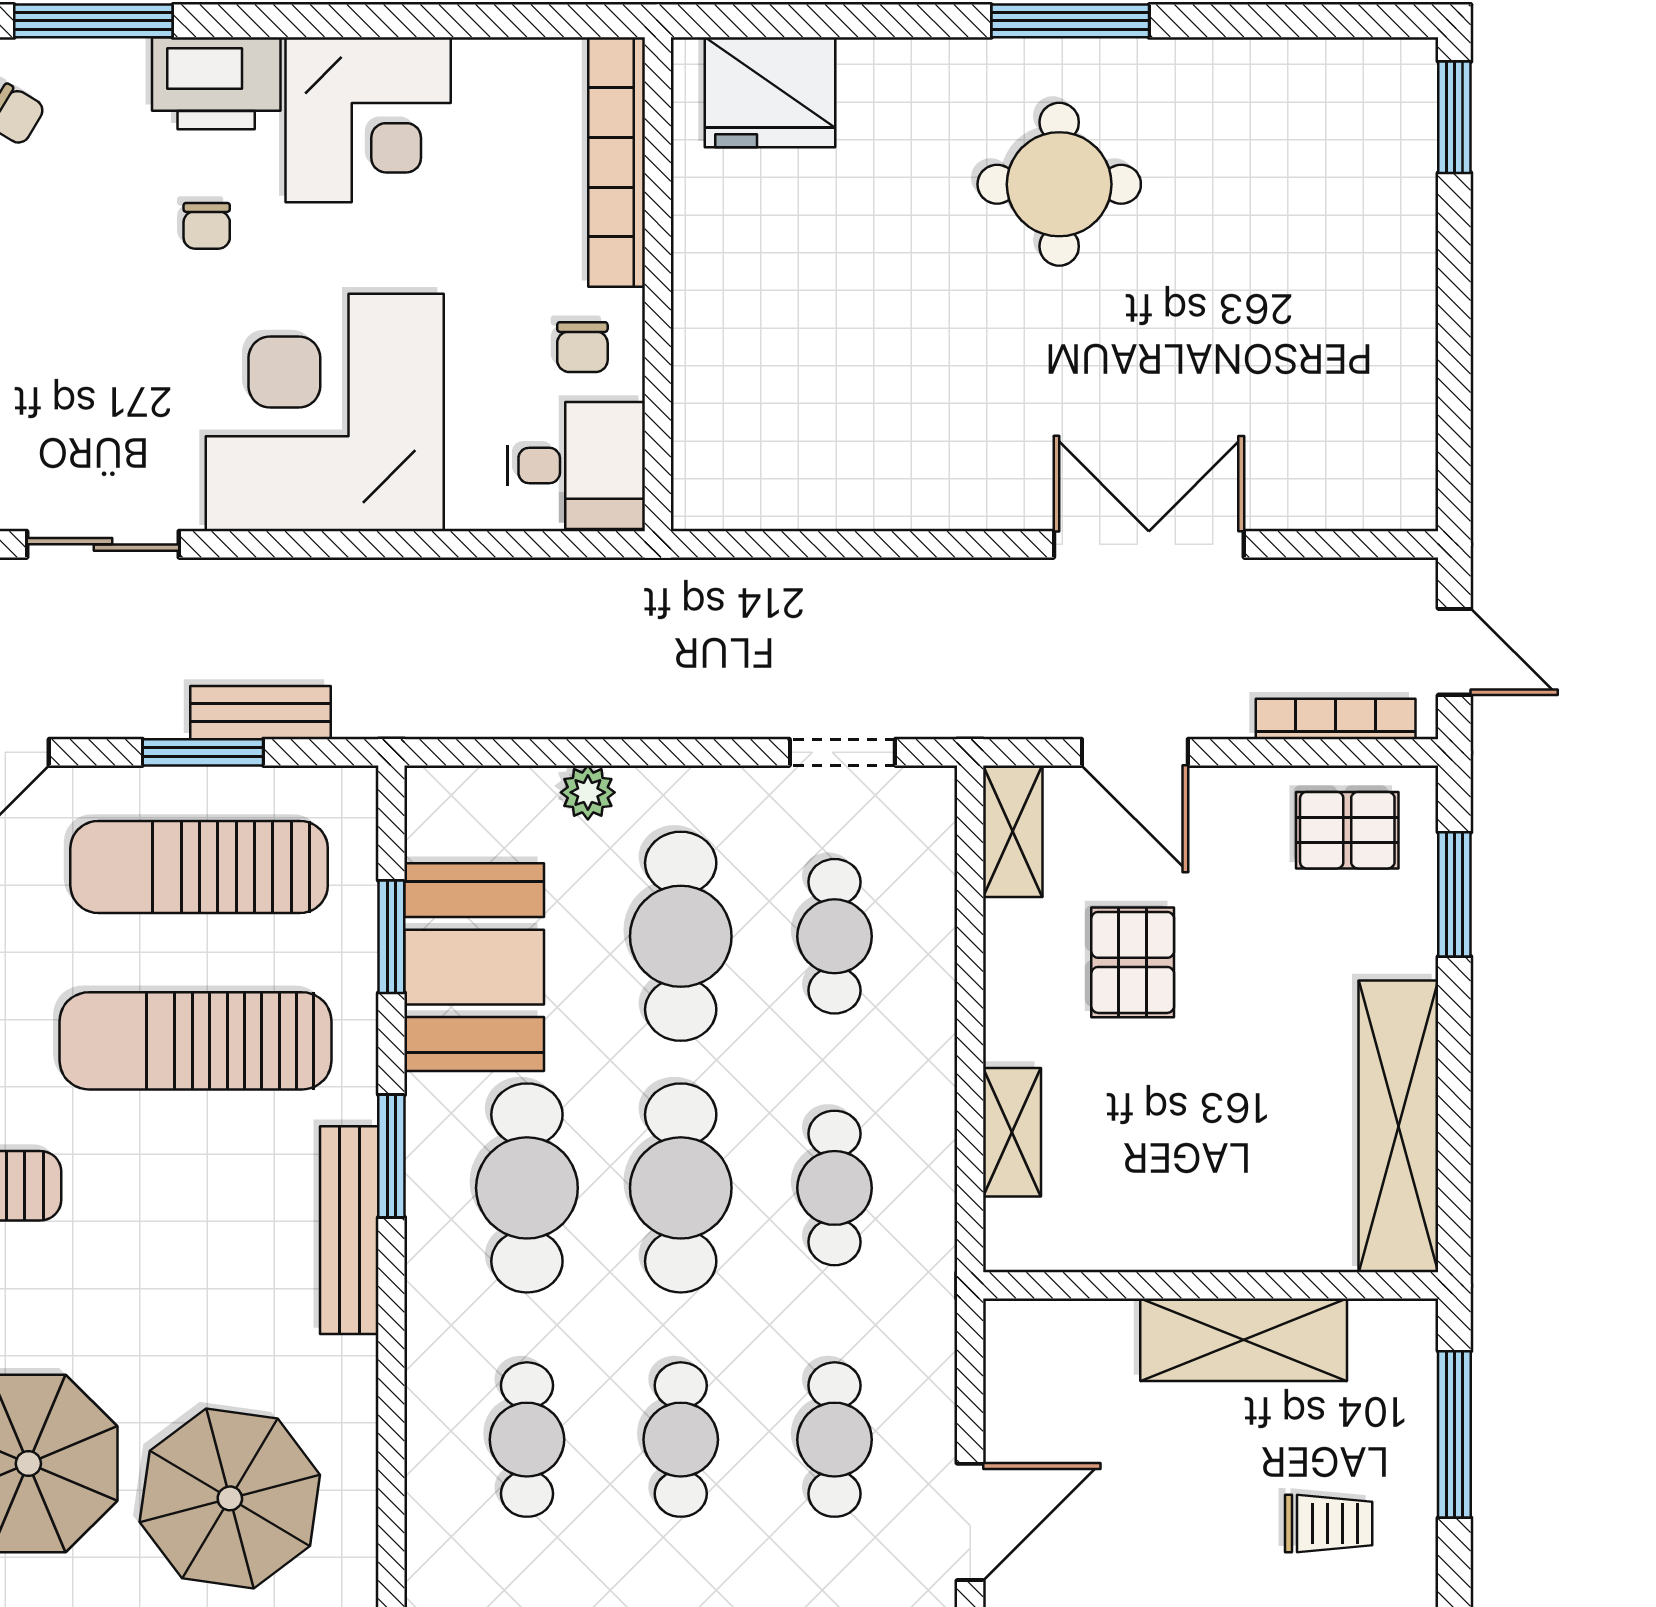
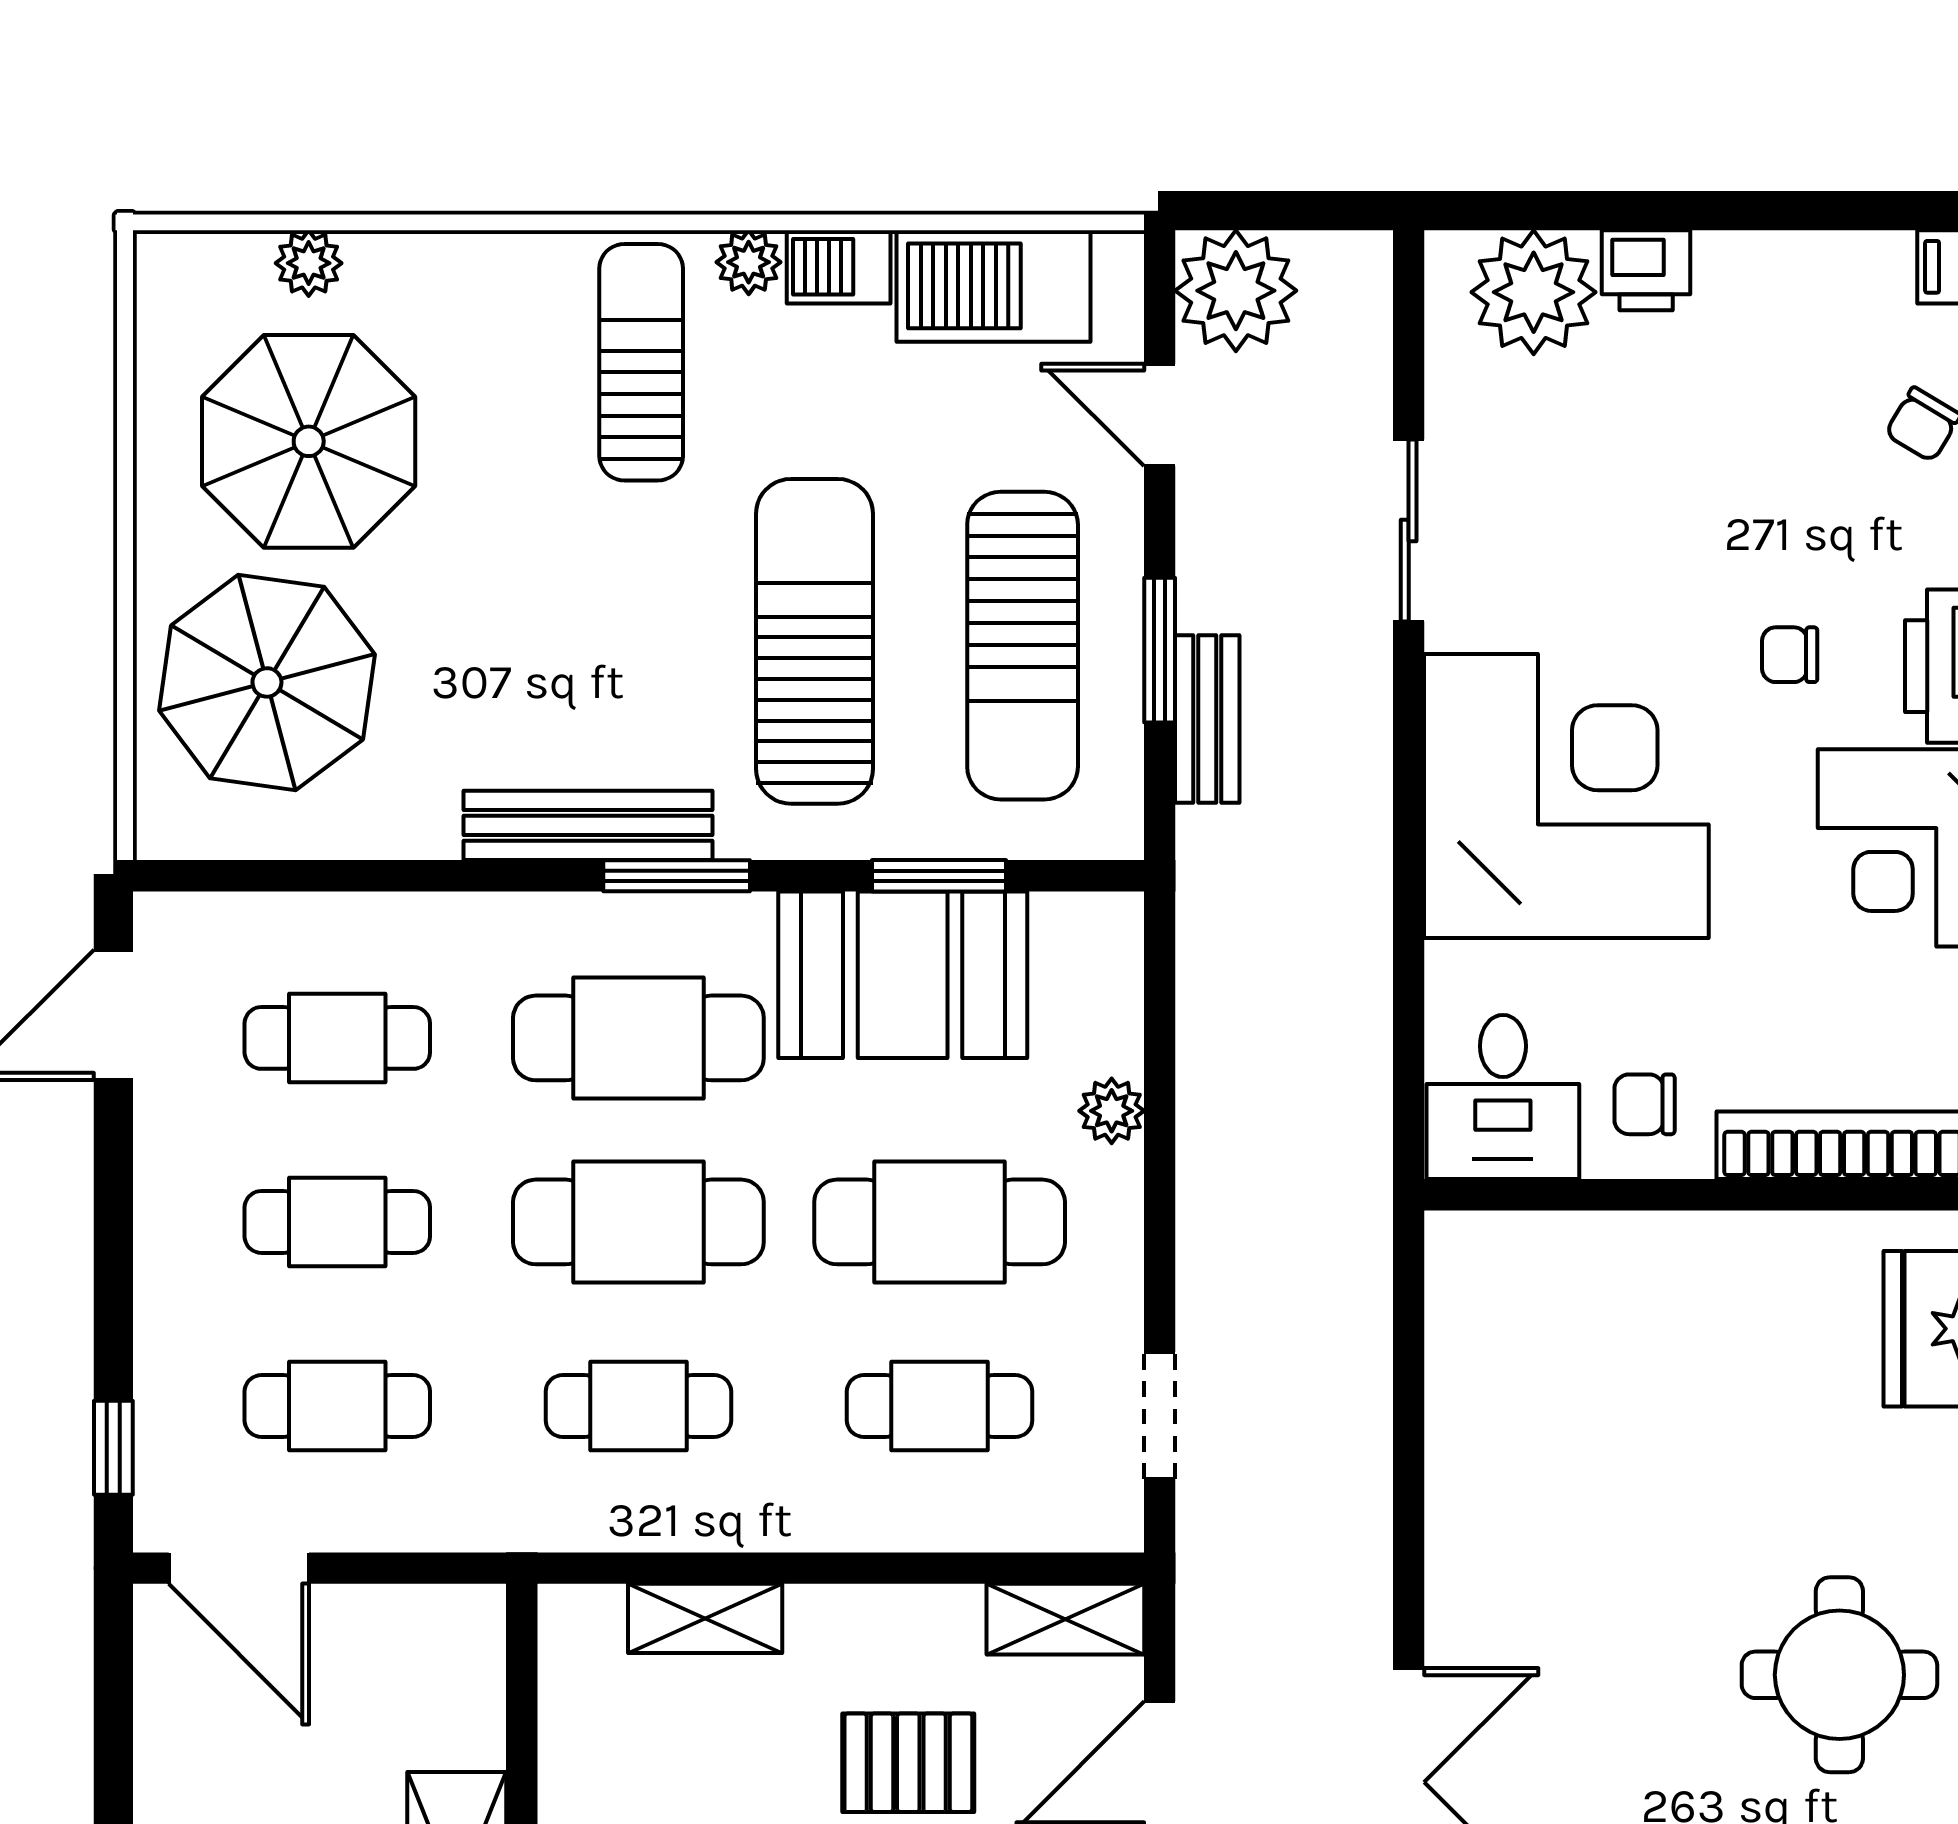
sun lounger: (199, 867) -> (1023, 646), turned 180

